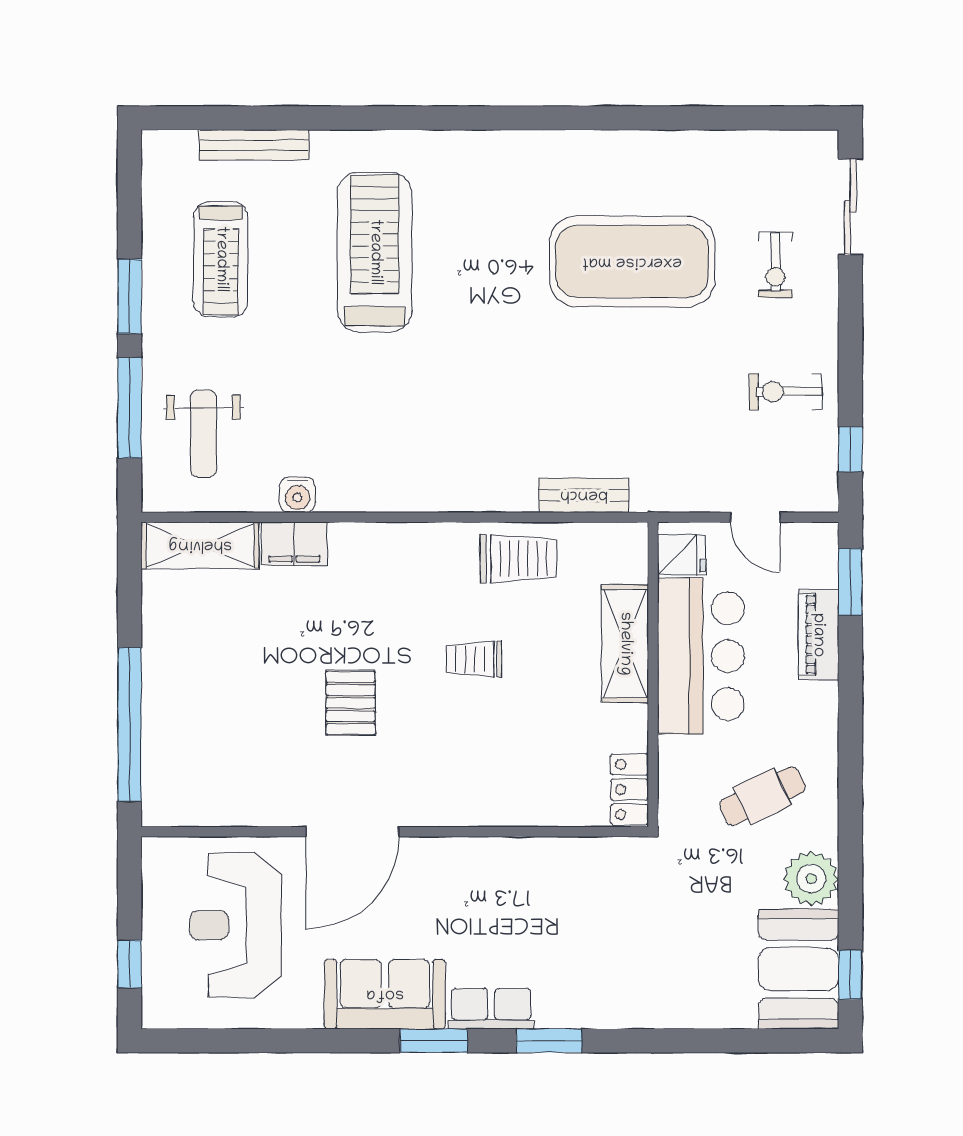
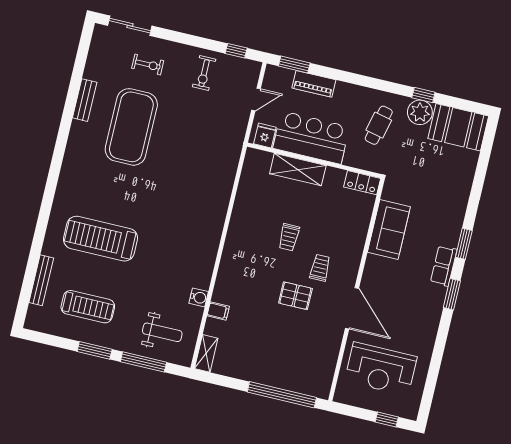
bench: (584, 495) -> (85, 100), moved
filing cabinet: (294, 544) -> (218, 311), width x0.50
shelving: (200, 545) -> (206, 353), width x0.67, depth x0.75
trolley: (518, 559) -> (320, 268), moved, width x0.73, depth x0.72
cafe table: (762, 796) -> (379, 125), turned 39
window: (850, 975) -> (423, 95), moved
sofa: (385, 994) -> (389, 230), moved, turned 180

